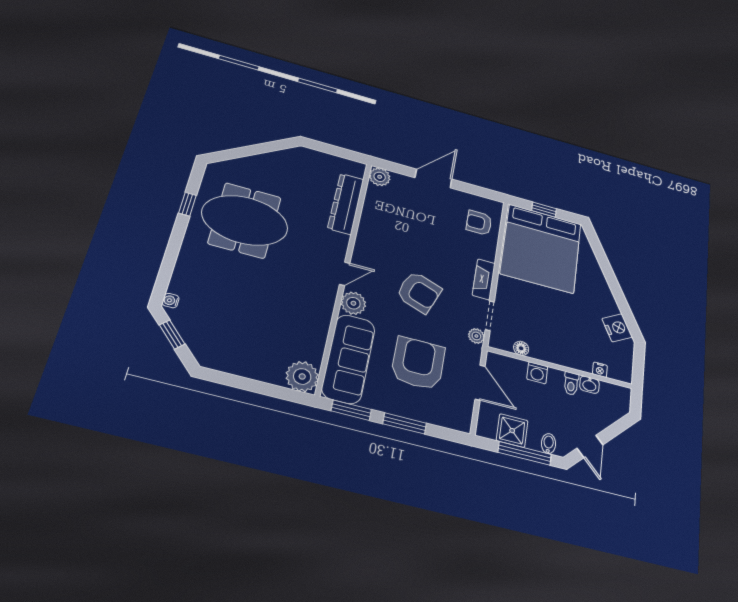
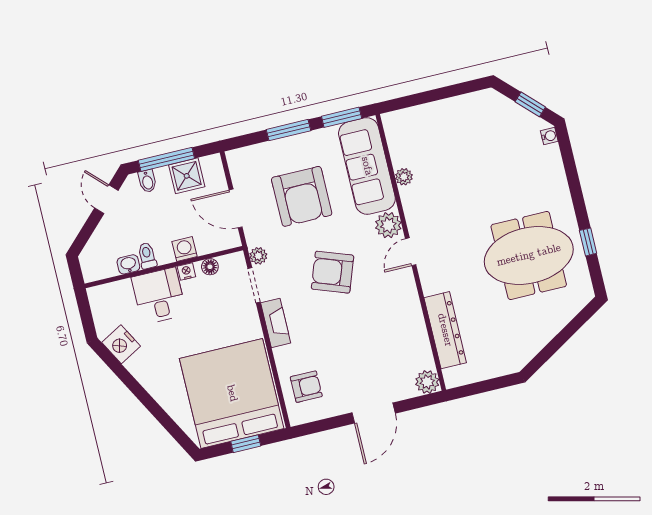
desk: (573, 348) -> (159, 296), added
nightstand: (600, 370) -> (186, 271), moved
plant: (302, 376) -> (404, 177), moved, width x0.53, depth x0.53

